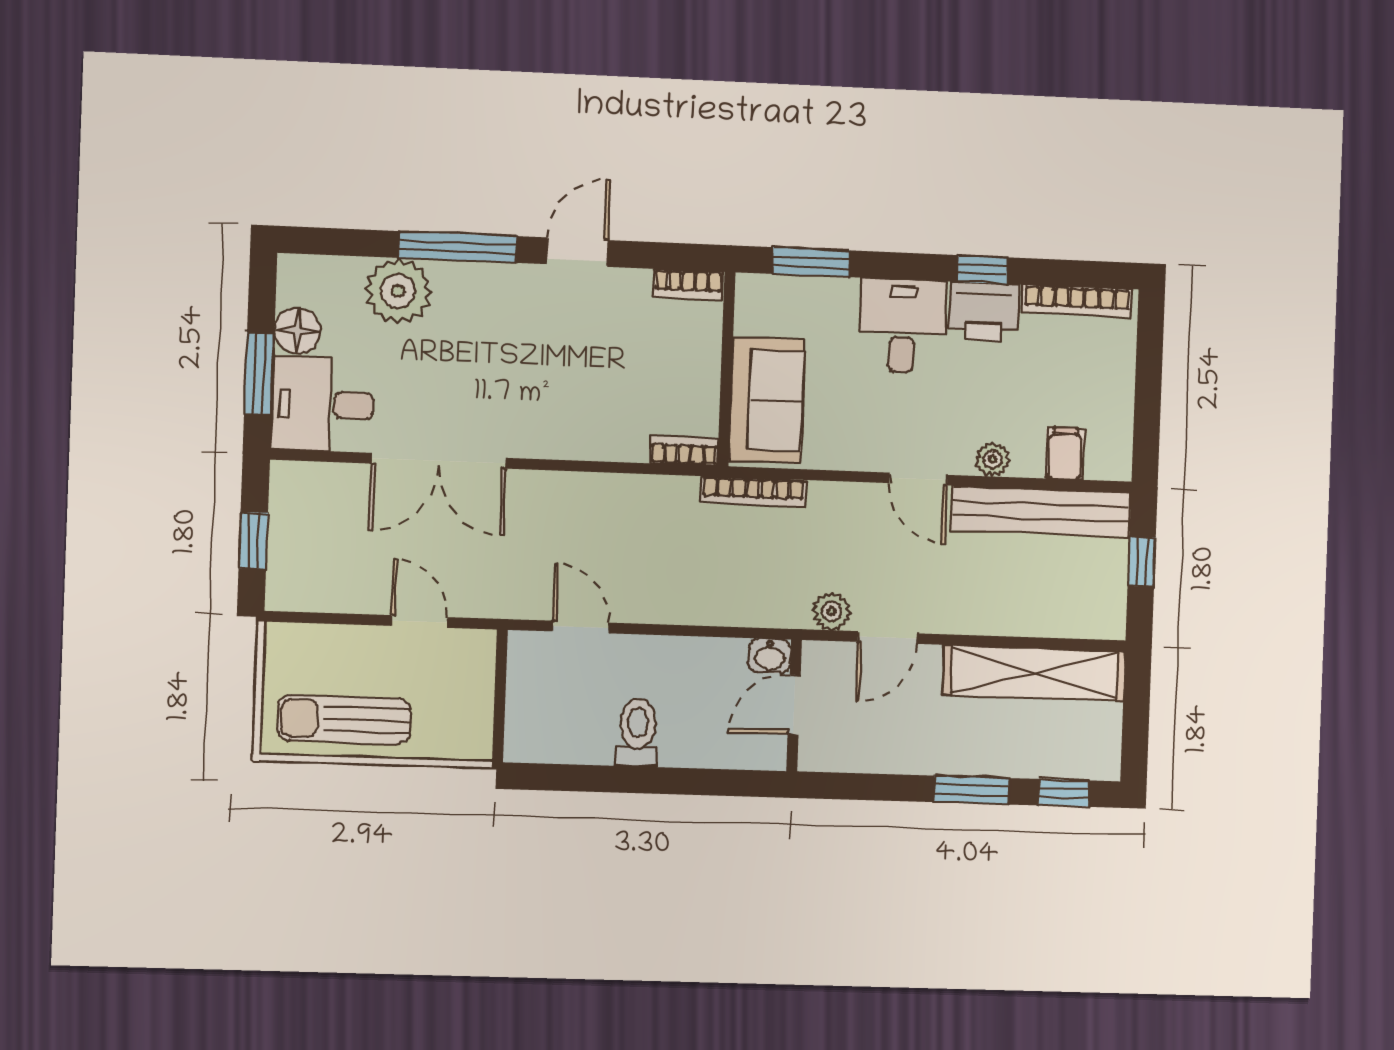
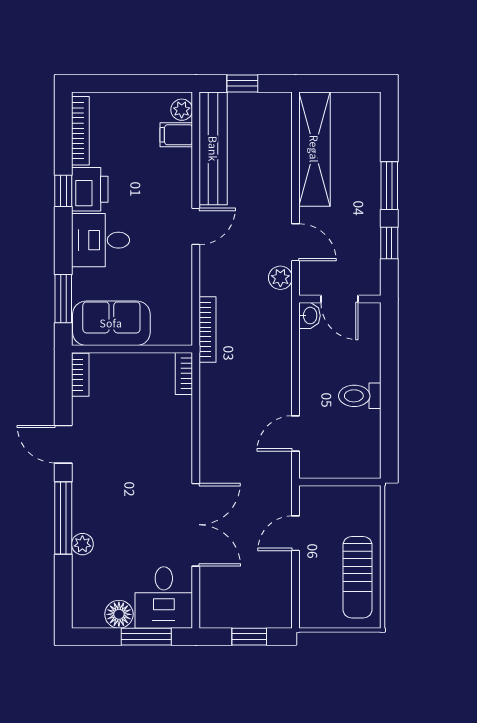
plant: (398, 291) -> (82, 544), width x0.53, depth x0.53
sofa: (767, 400) -> (111, 323), moved
plant: (992, 459) -> (182, 110), moved
window: (1064, 793) -> (389, 243), moved

